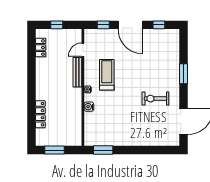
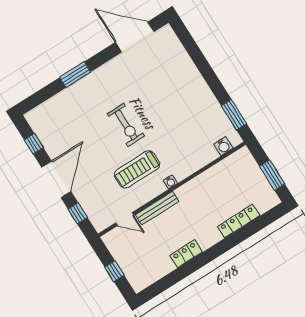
locker: (41, 48) -> (186, 254), moved
exercise bike: (155, 99) -> (126, 125), moved
water cooler: (89, 107) -> (223, 146), moved

